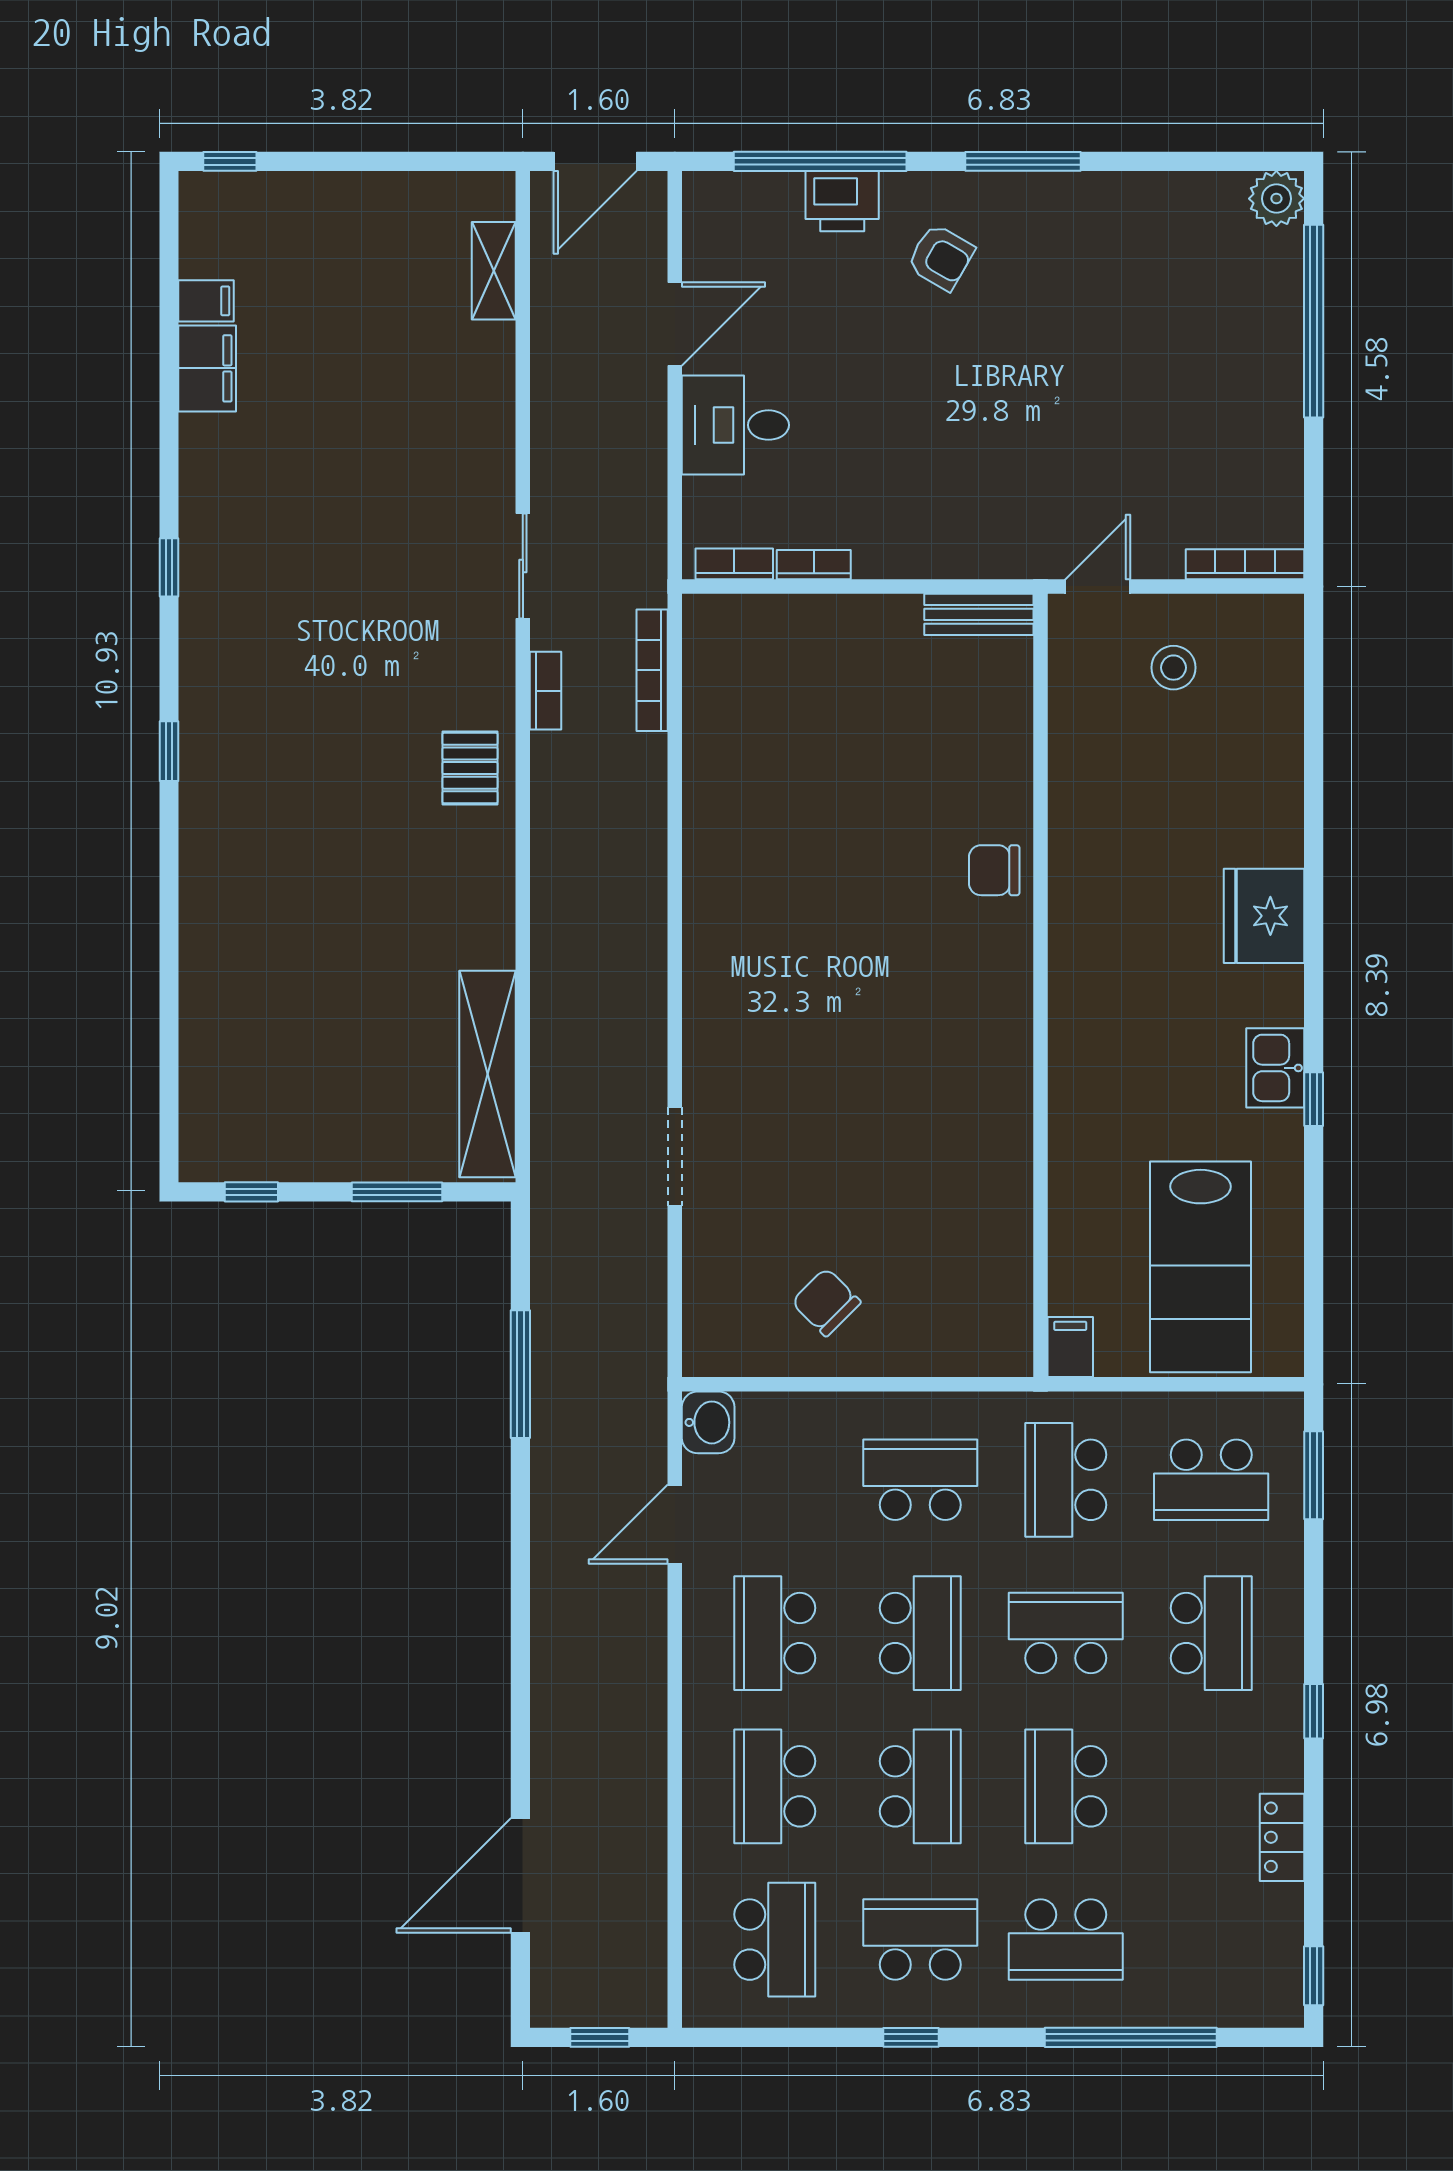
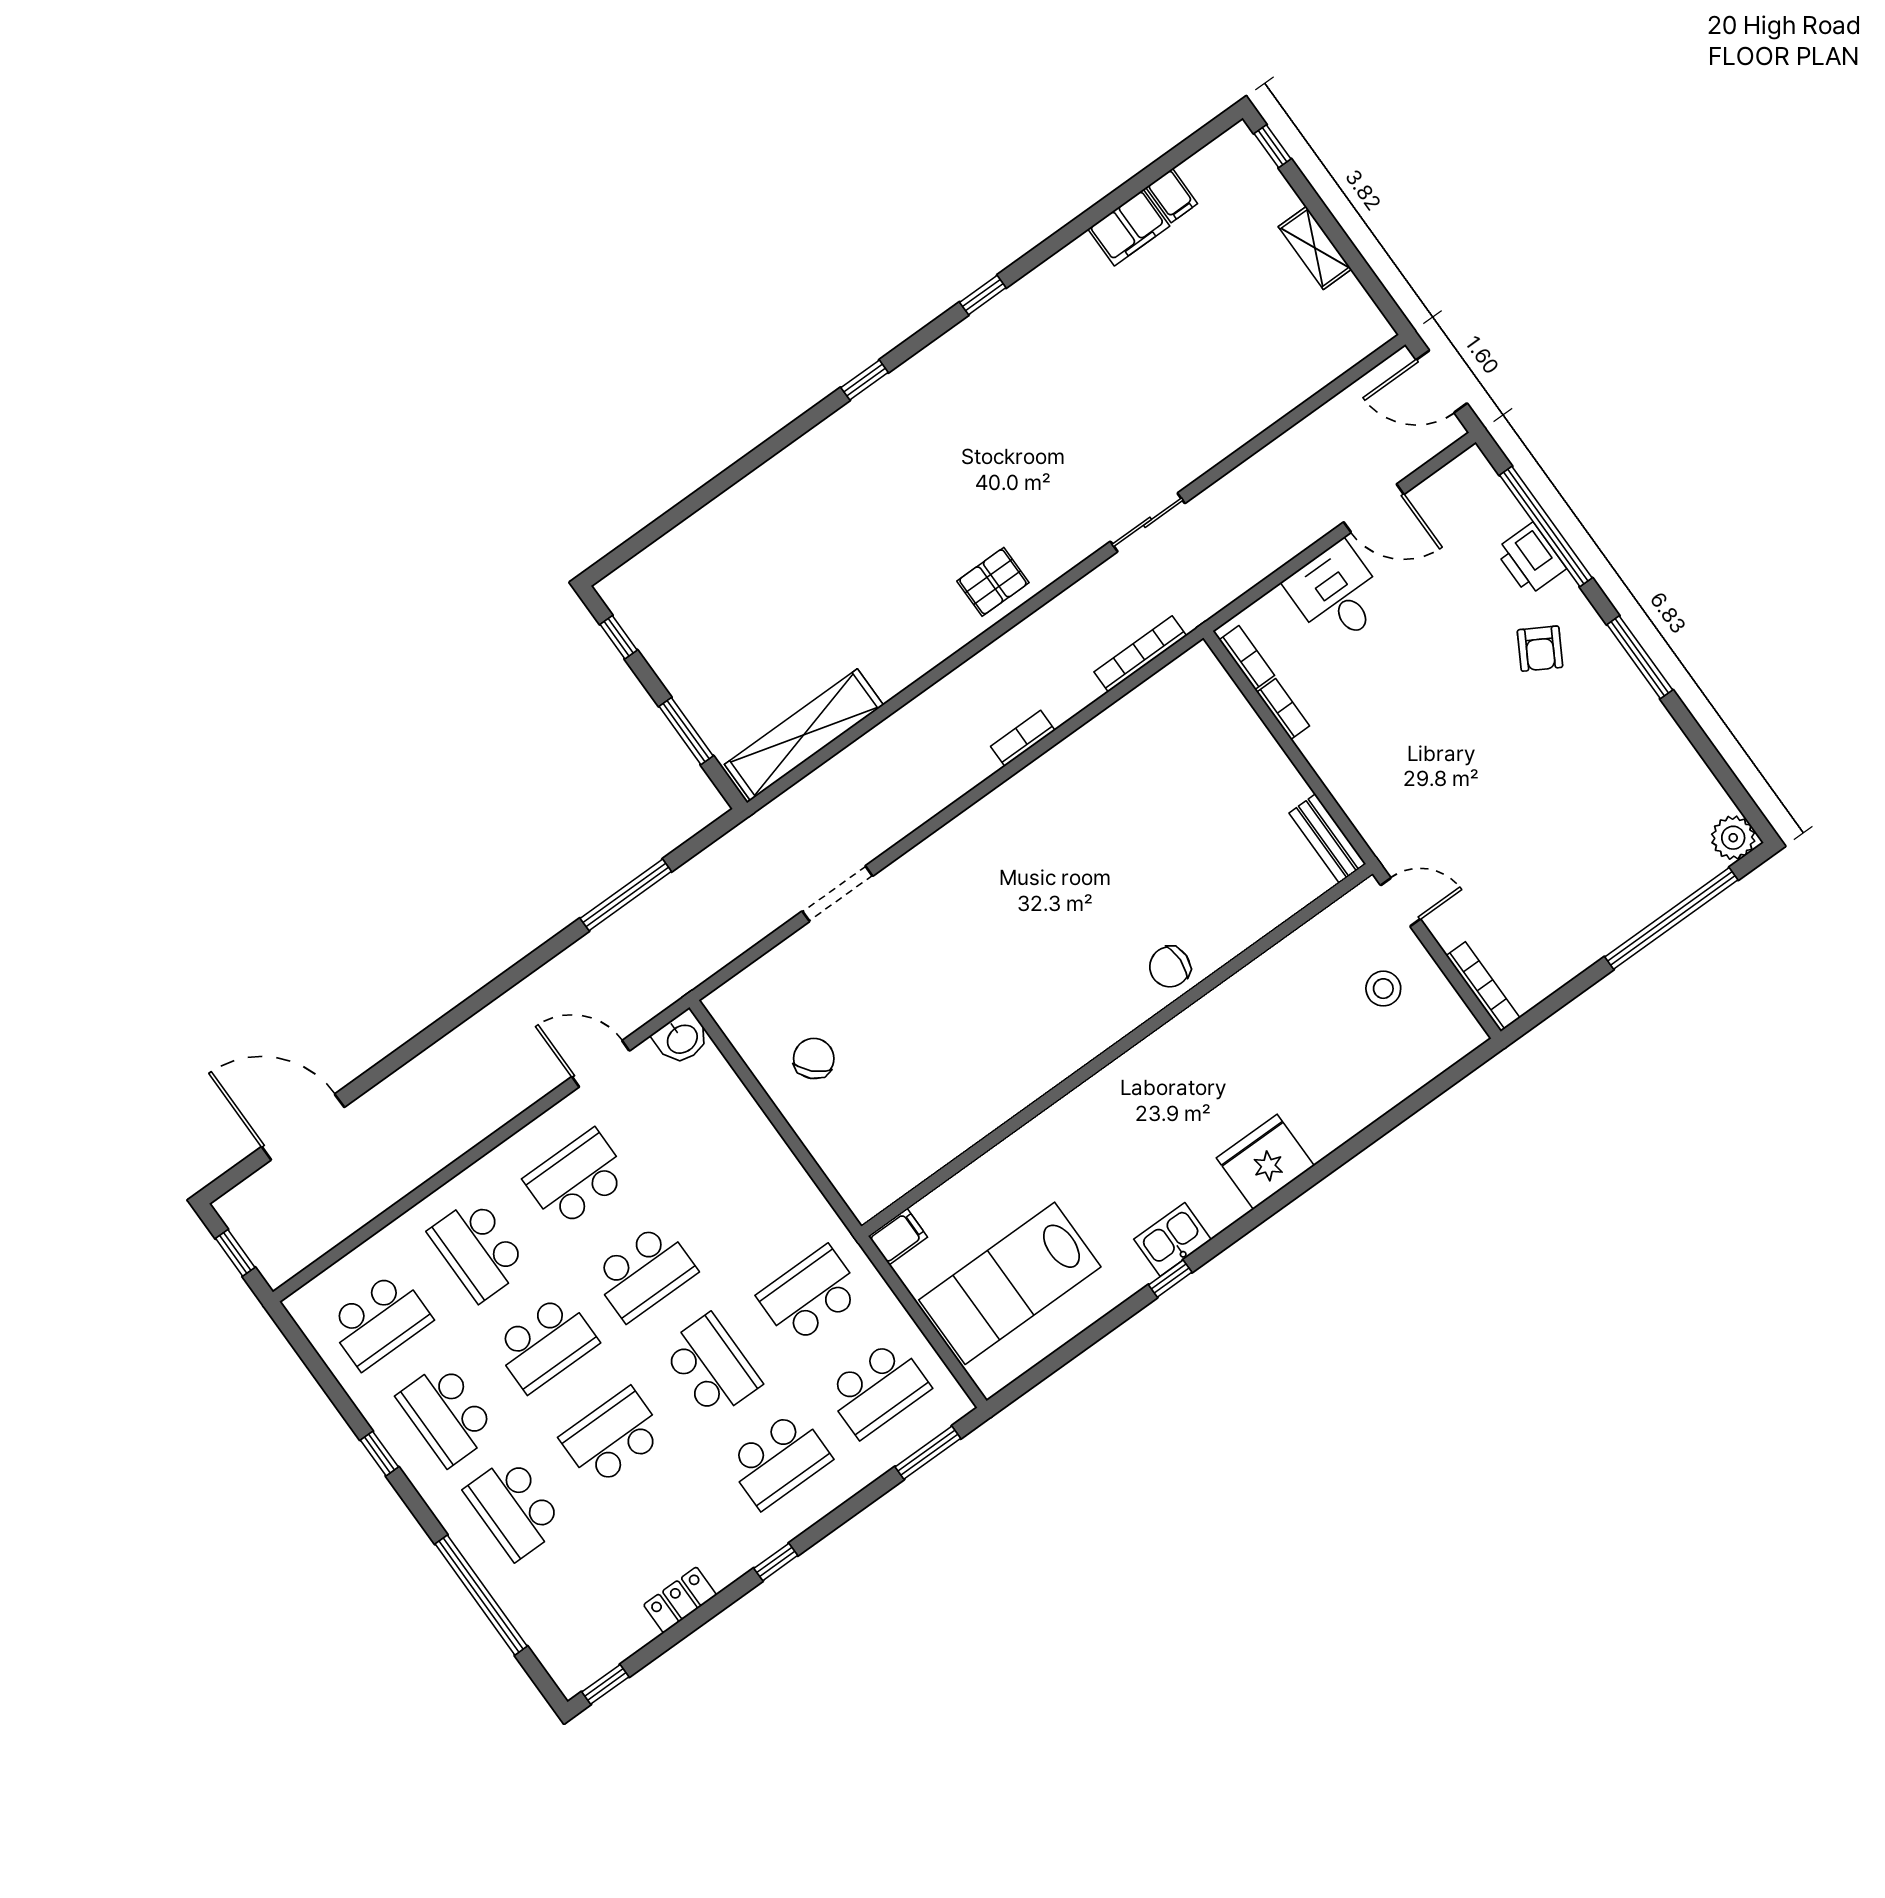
shelving: (494, 271) -> (1315, 248), moved, turned 90
bookcase: (546, 691) -> (1023, 738), moved, turned 180
chair: (994, 870) -> (1170, 967), turned -88
school desk: (920, 1480) -> (743, 1201), removed
school desk: (1211, 1480) -> (878, 1389), turned -90
school desk: (775, 1786) -> (478, 1250), turned -90
school desk: (920, 1940) -> (447, 1414), turned 180

